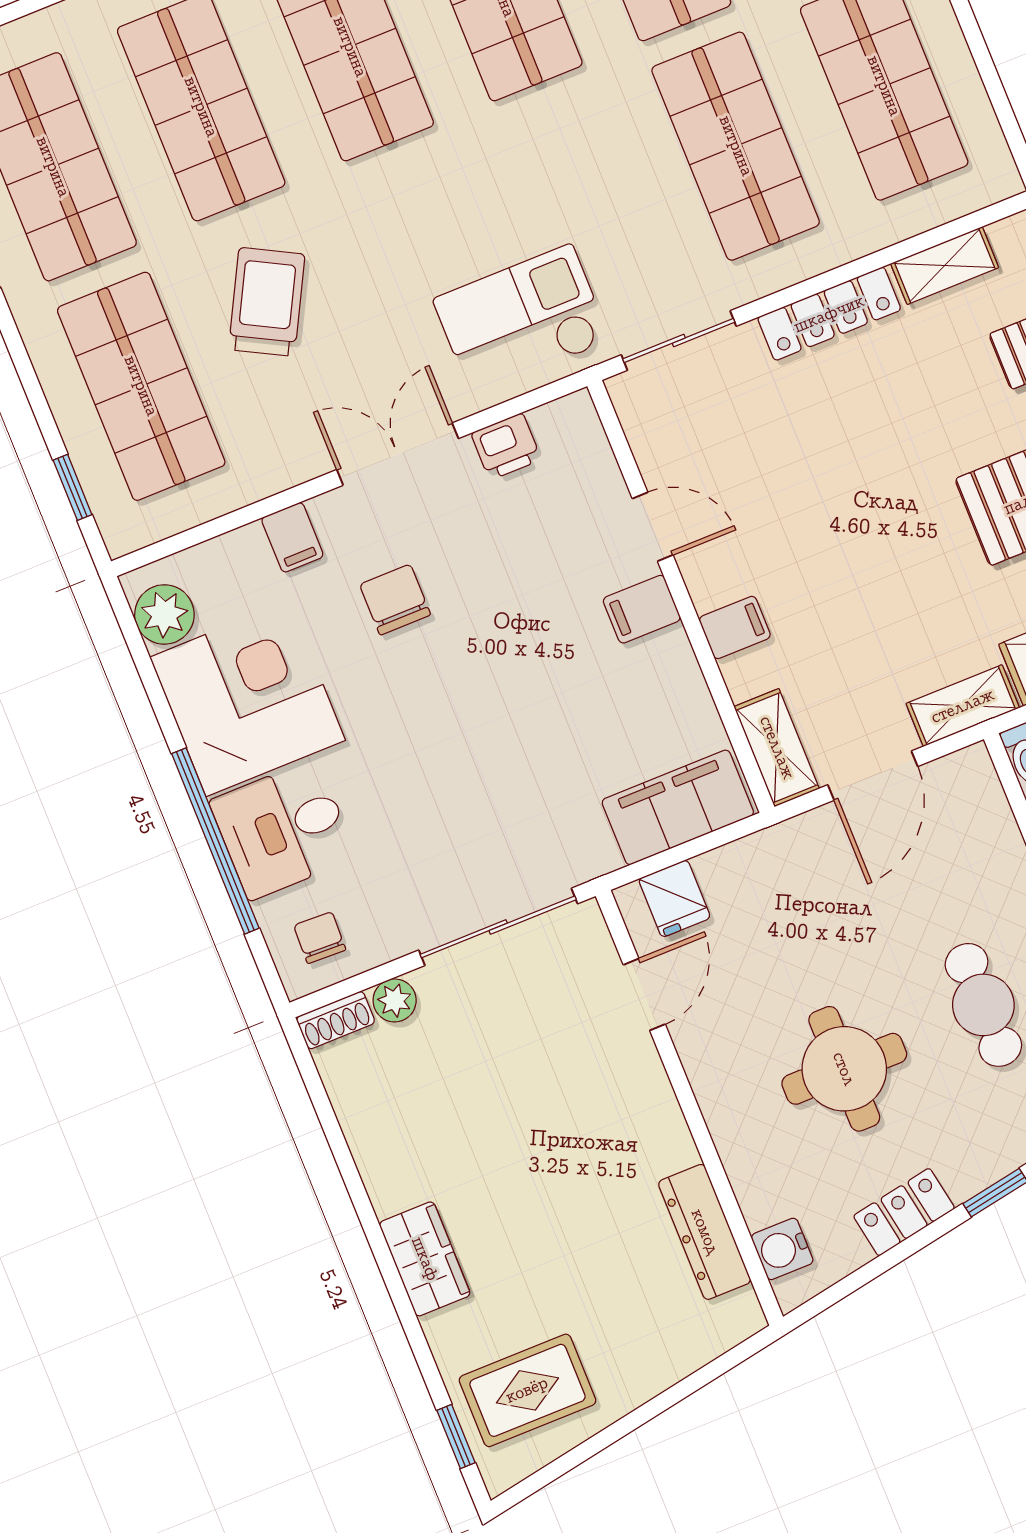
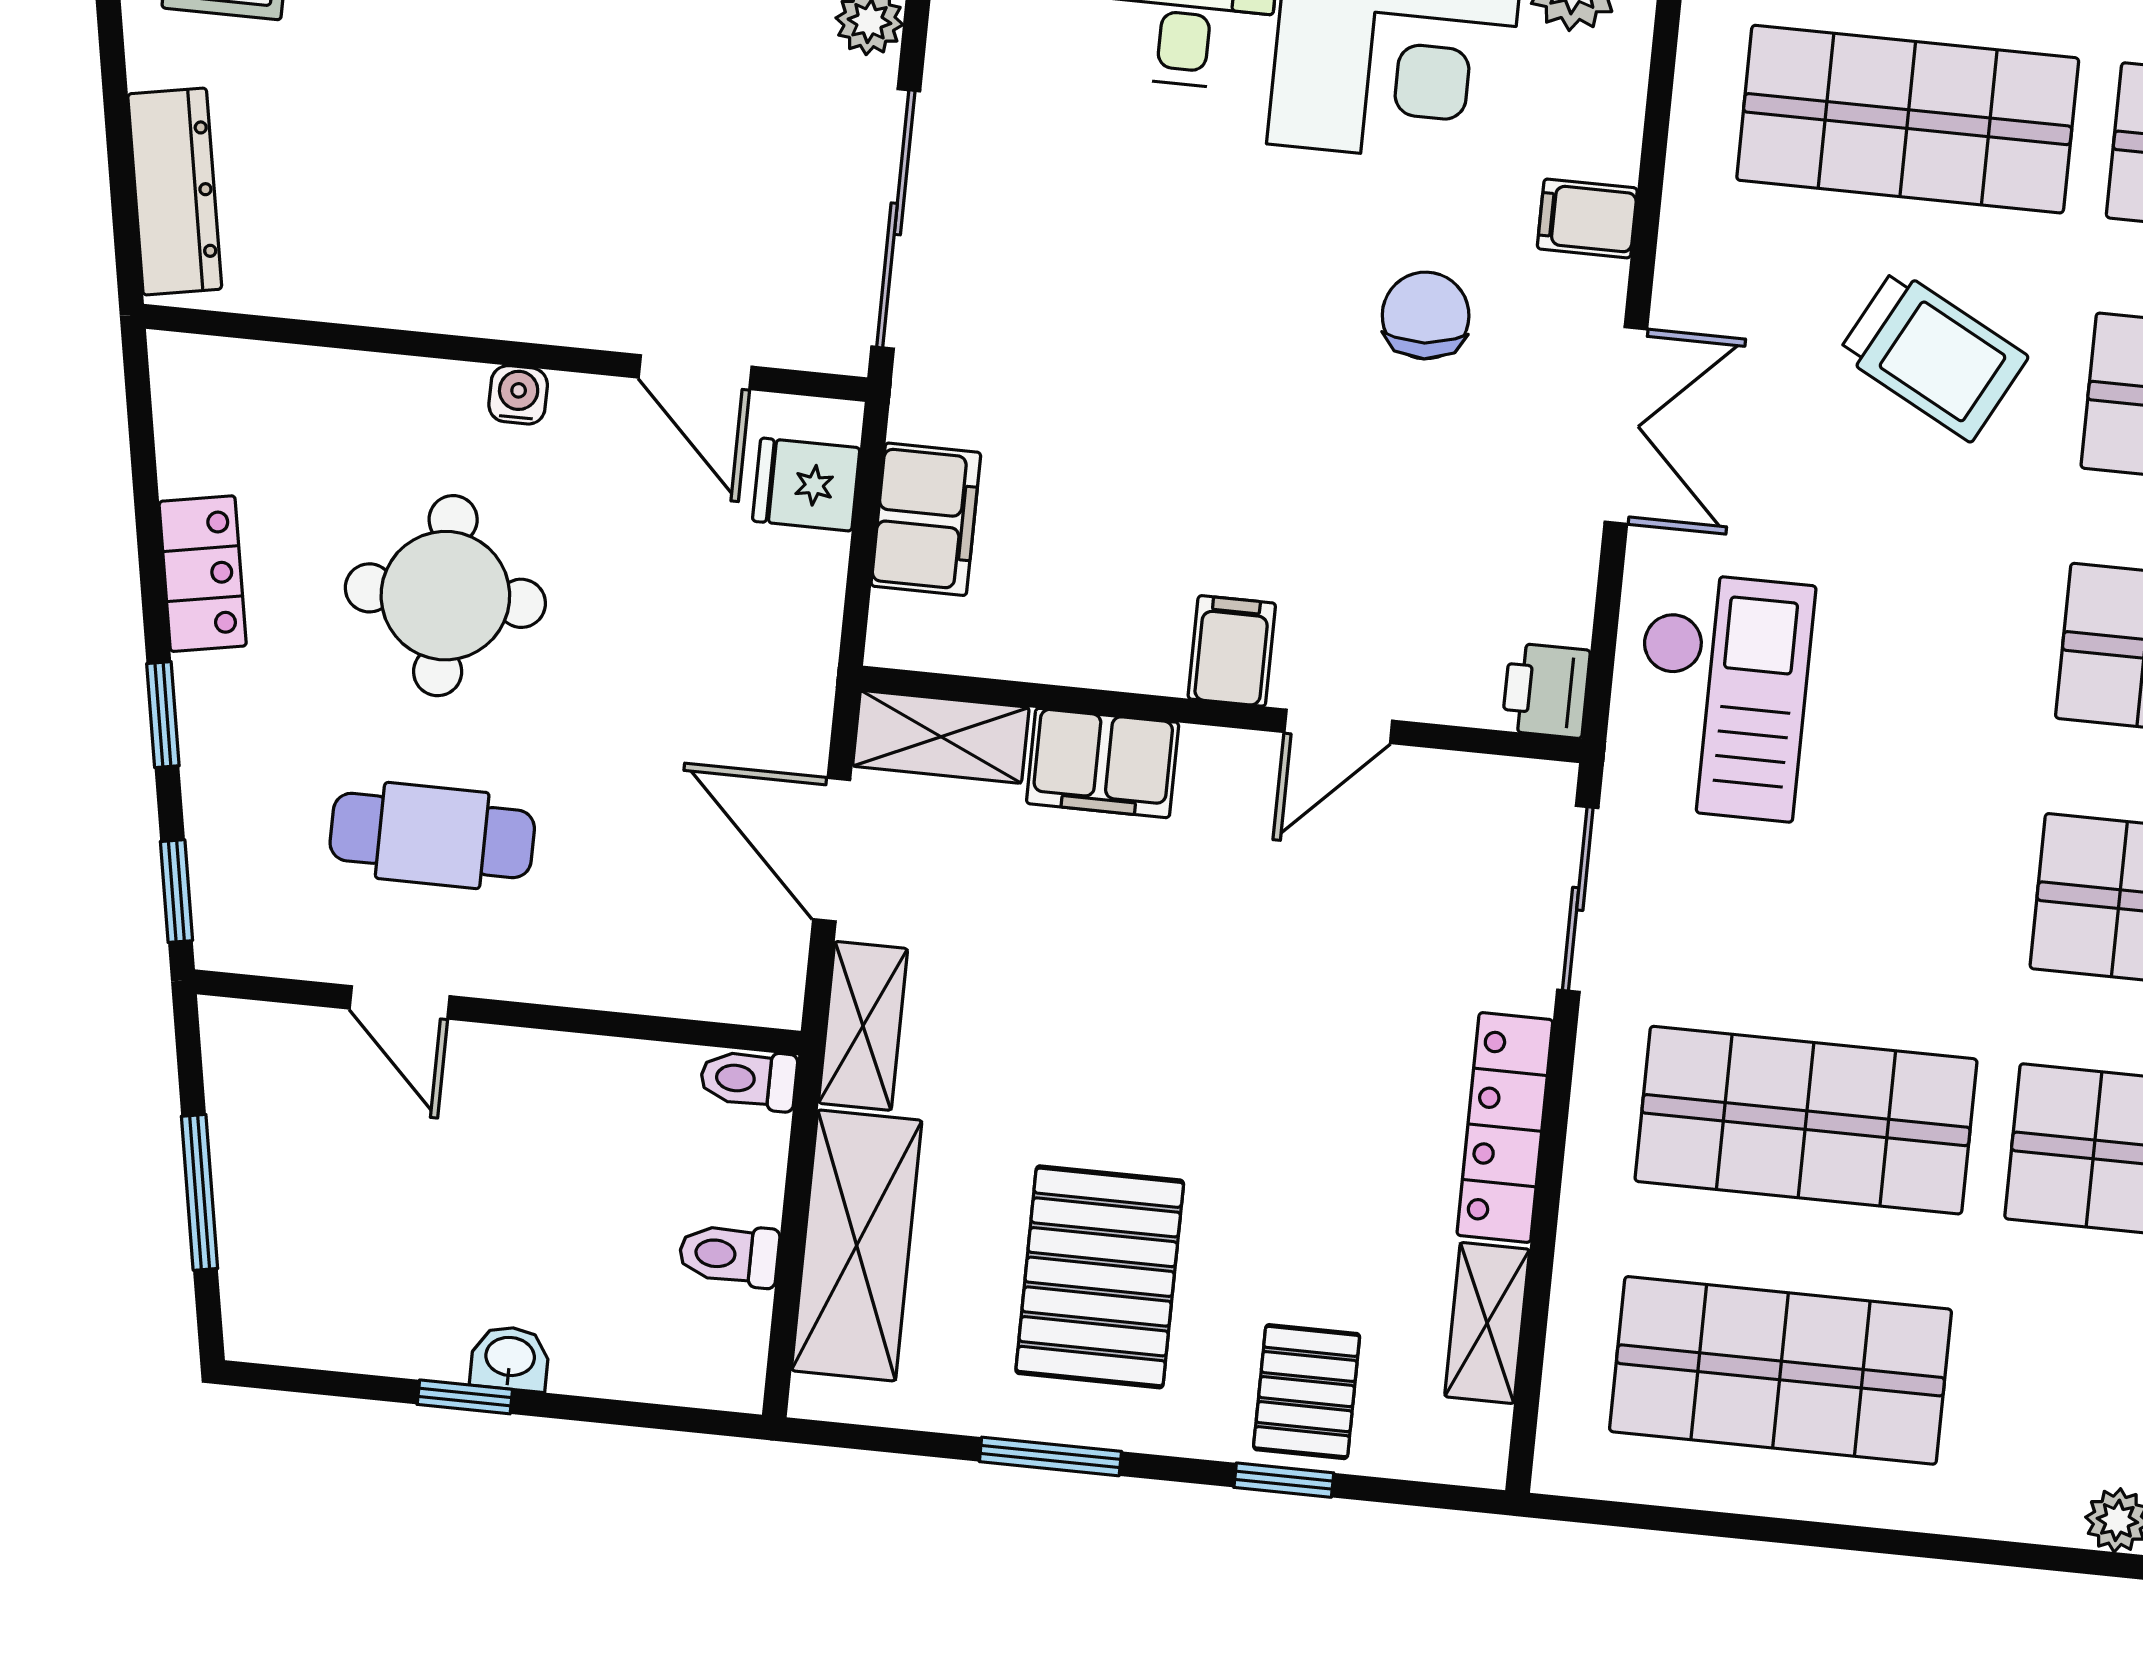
printer: (506, 446) -> (1546, 690), moved
chair: (395, 600) -> (1426, 315), turned -94
filing cabinet: (735, 627) -> (1103, 763), width x2.00
filing cabinet: (678, 807) -> (926, 519), width x0.67, depth x0.86
dresser: (705, 1232) -> (175, 192), moved, turned 80
water cooler: (782, 1249) -> (518, 395), moved, width x0.72, depth x0.72

